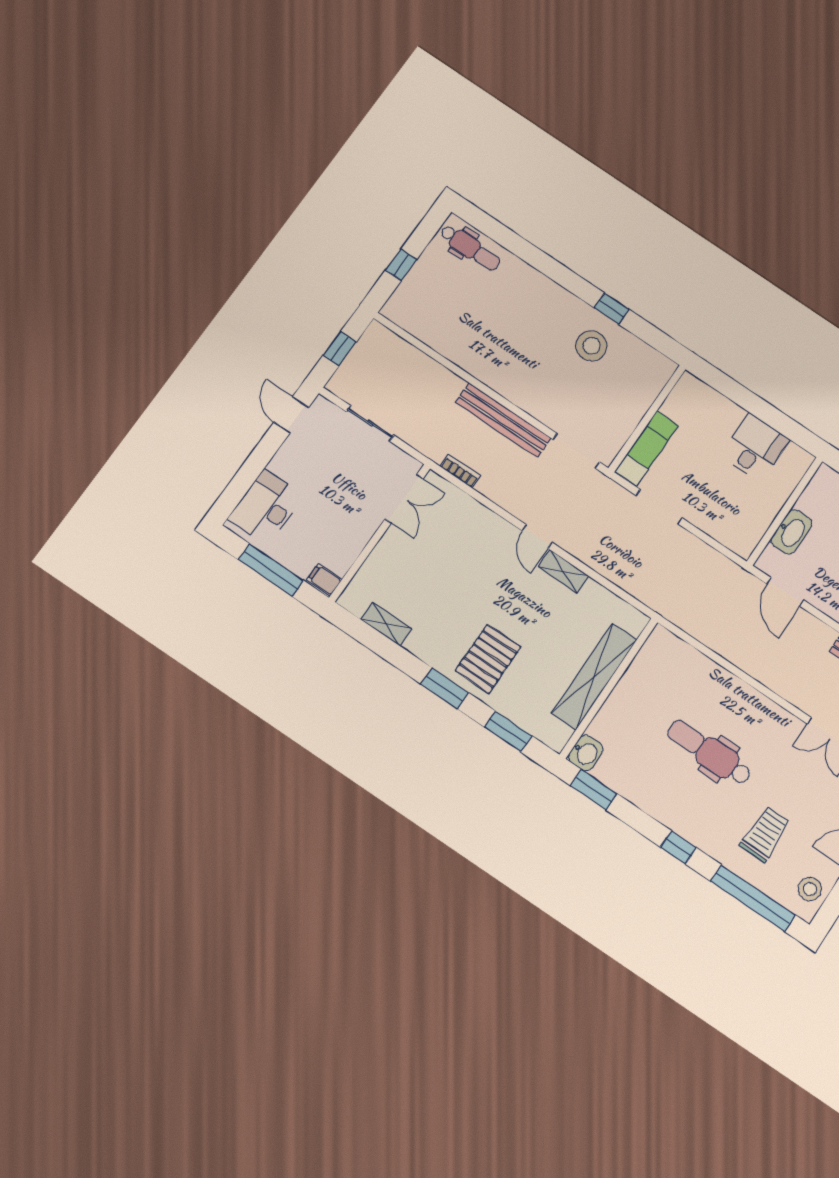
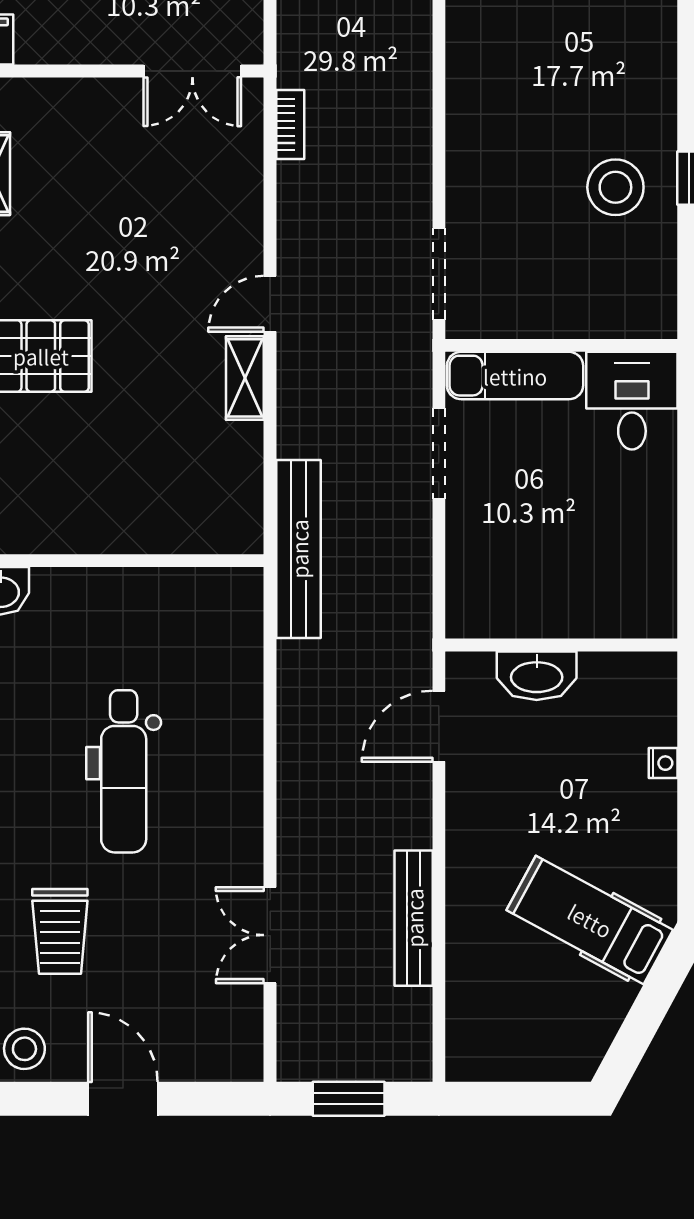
bench: (503, 420) -> (299, 549), moved
desk: (755, 448) -> (632, 401), moved, turned -90
shelving: (594, 676) -> (120, 528), removed
dental chair: (710, 753) -> (124, 771), turned 180
trolley: (765, 834) -> (60, 931), turned 90

